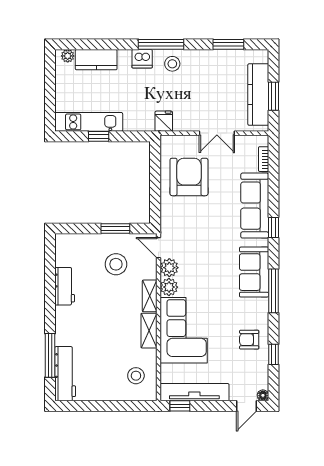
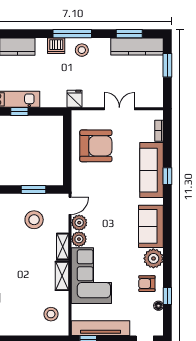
kitchen counter: (258, 95) -> (137, 47), moved, turned -90
window: (273, 96) -> (167, 65), moved
double door: (217, 133) -> (119, 109), swing flipped
armchair: (189, 177) -> (96, 146), turned 90
window: (273, 227) -> (167, 176), moved
door: (158, 248) -> (70, 206), swing flipped
window: (273, 291) -> (167, 242), removed
plant: (257, 310) -> (153, 258), added
floor lamp: (263, 395) -> (158, 306), moved

